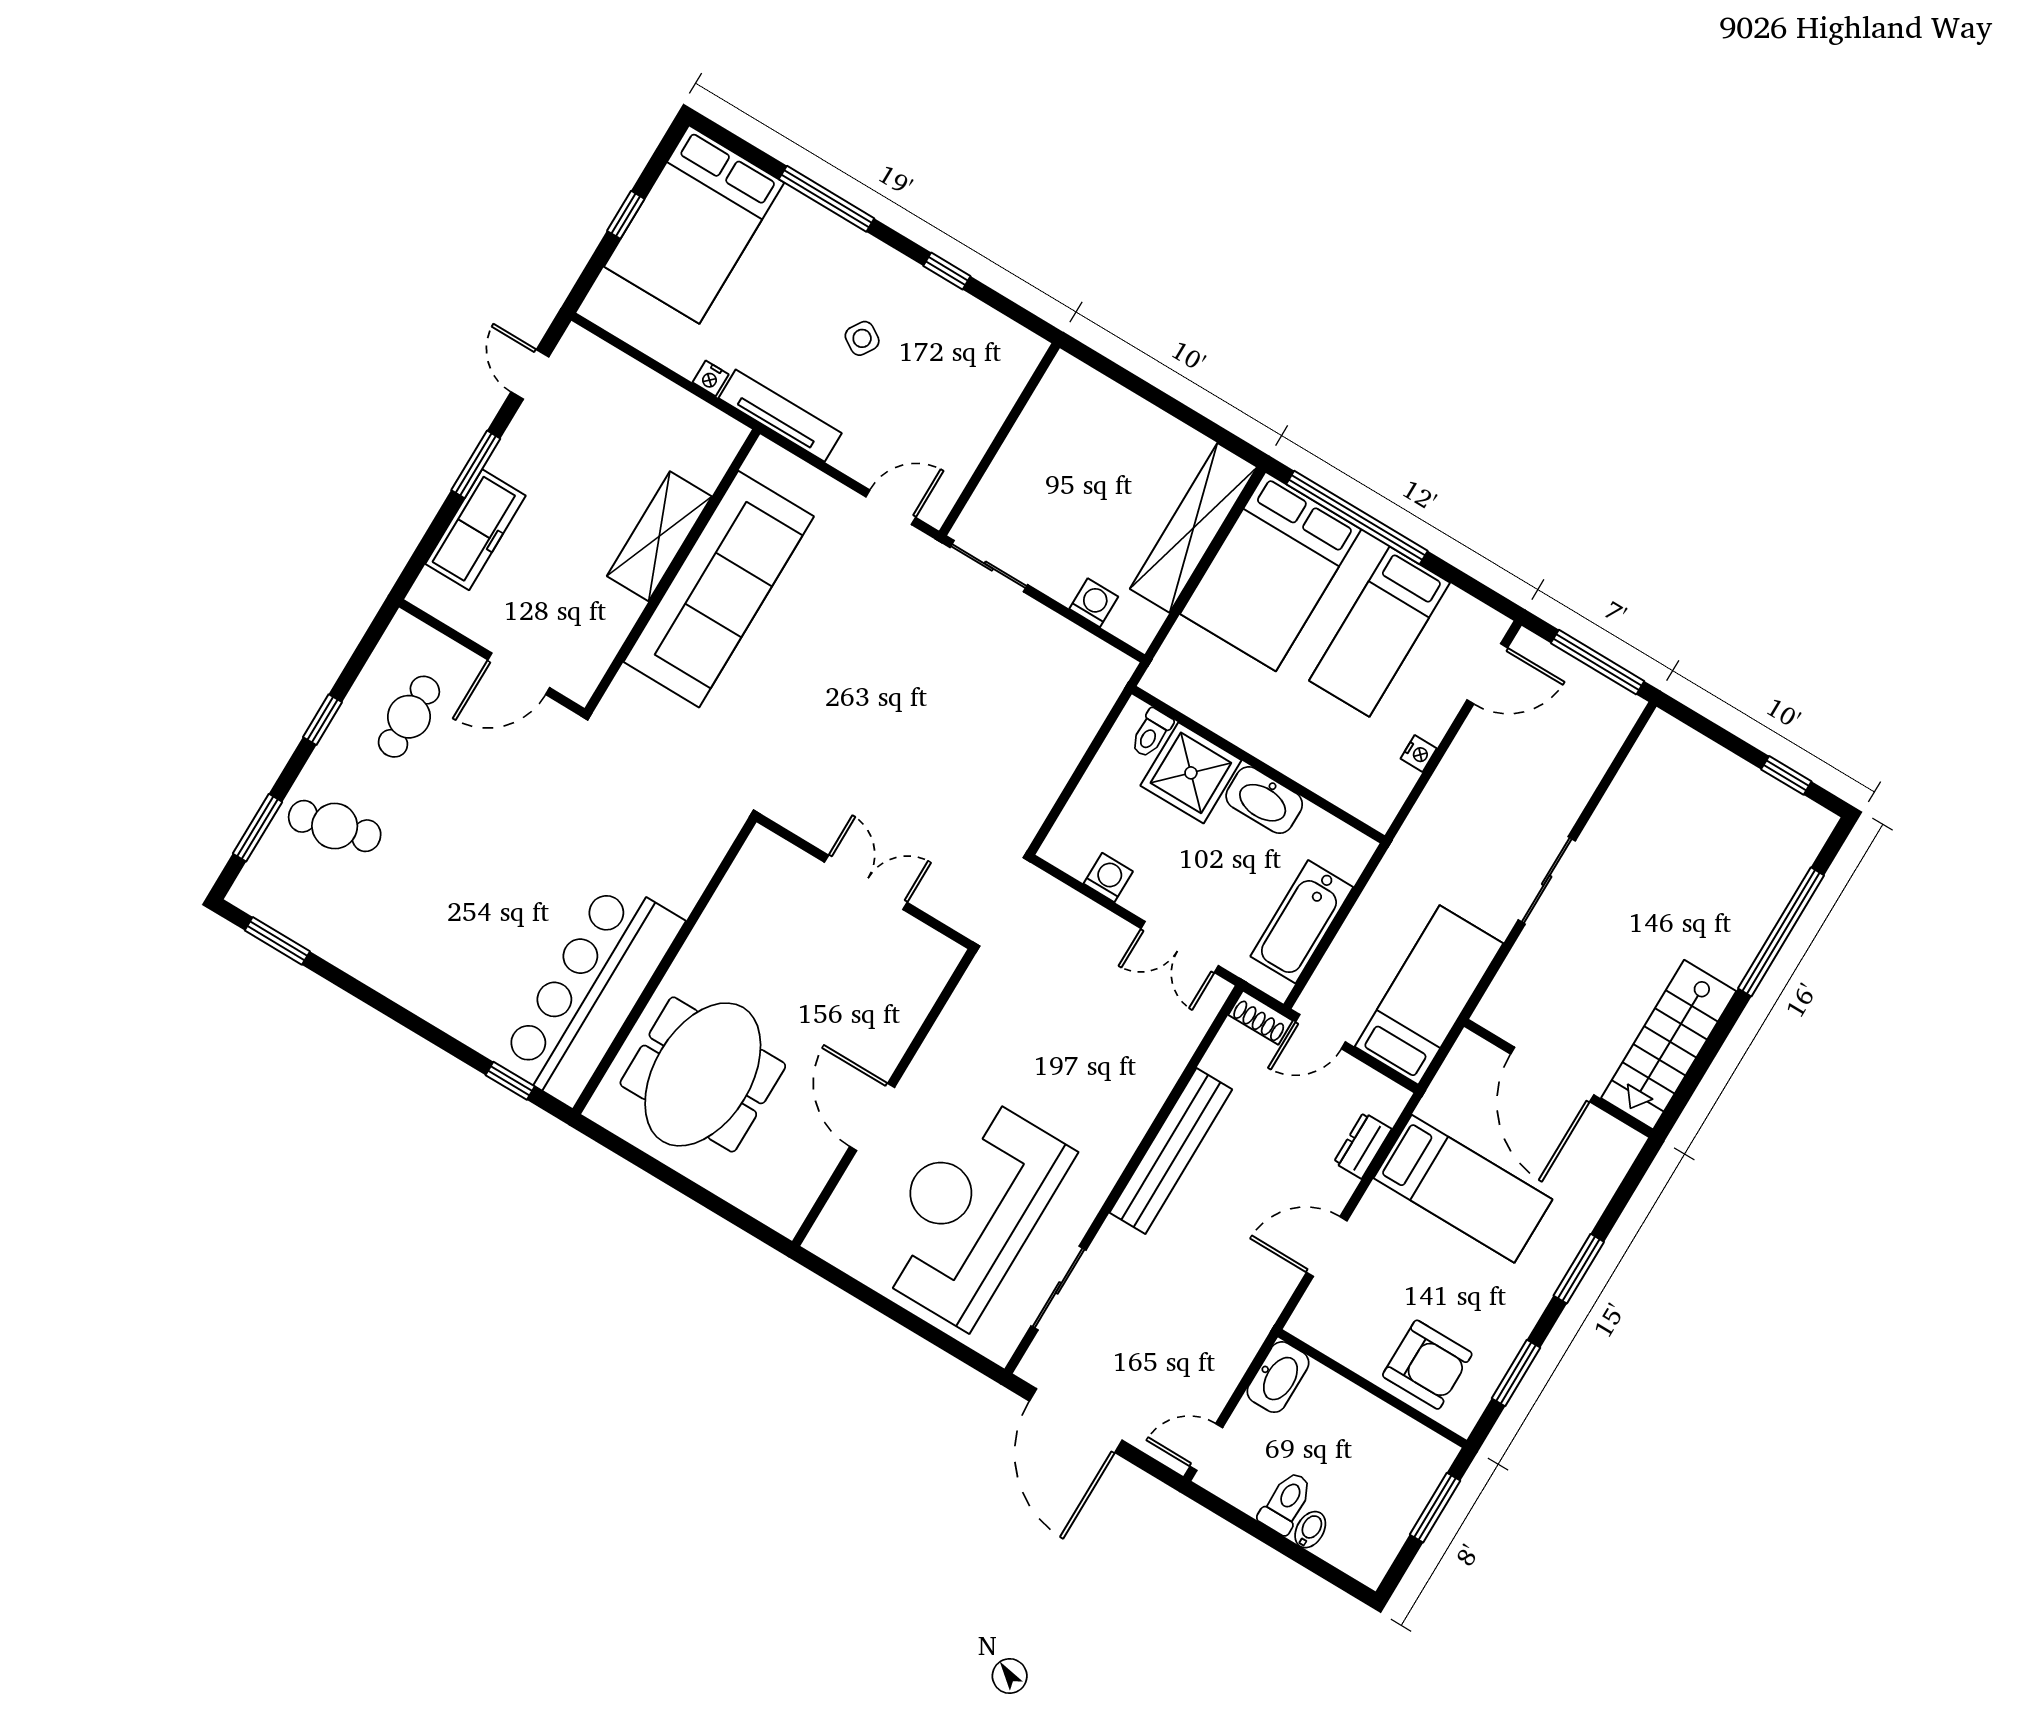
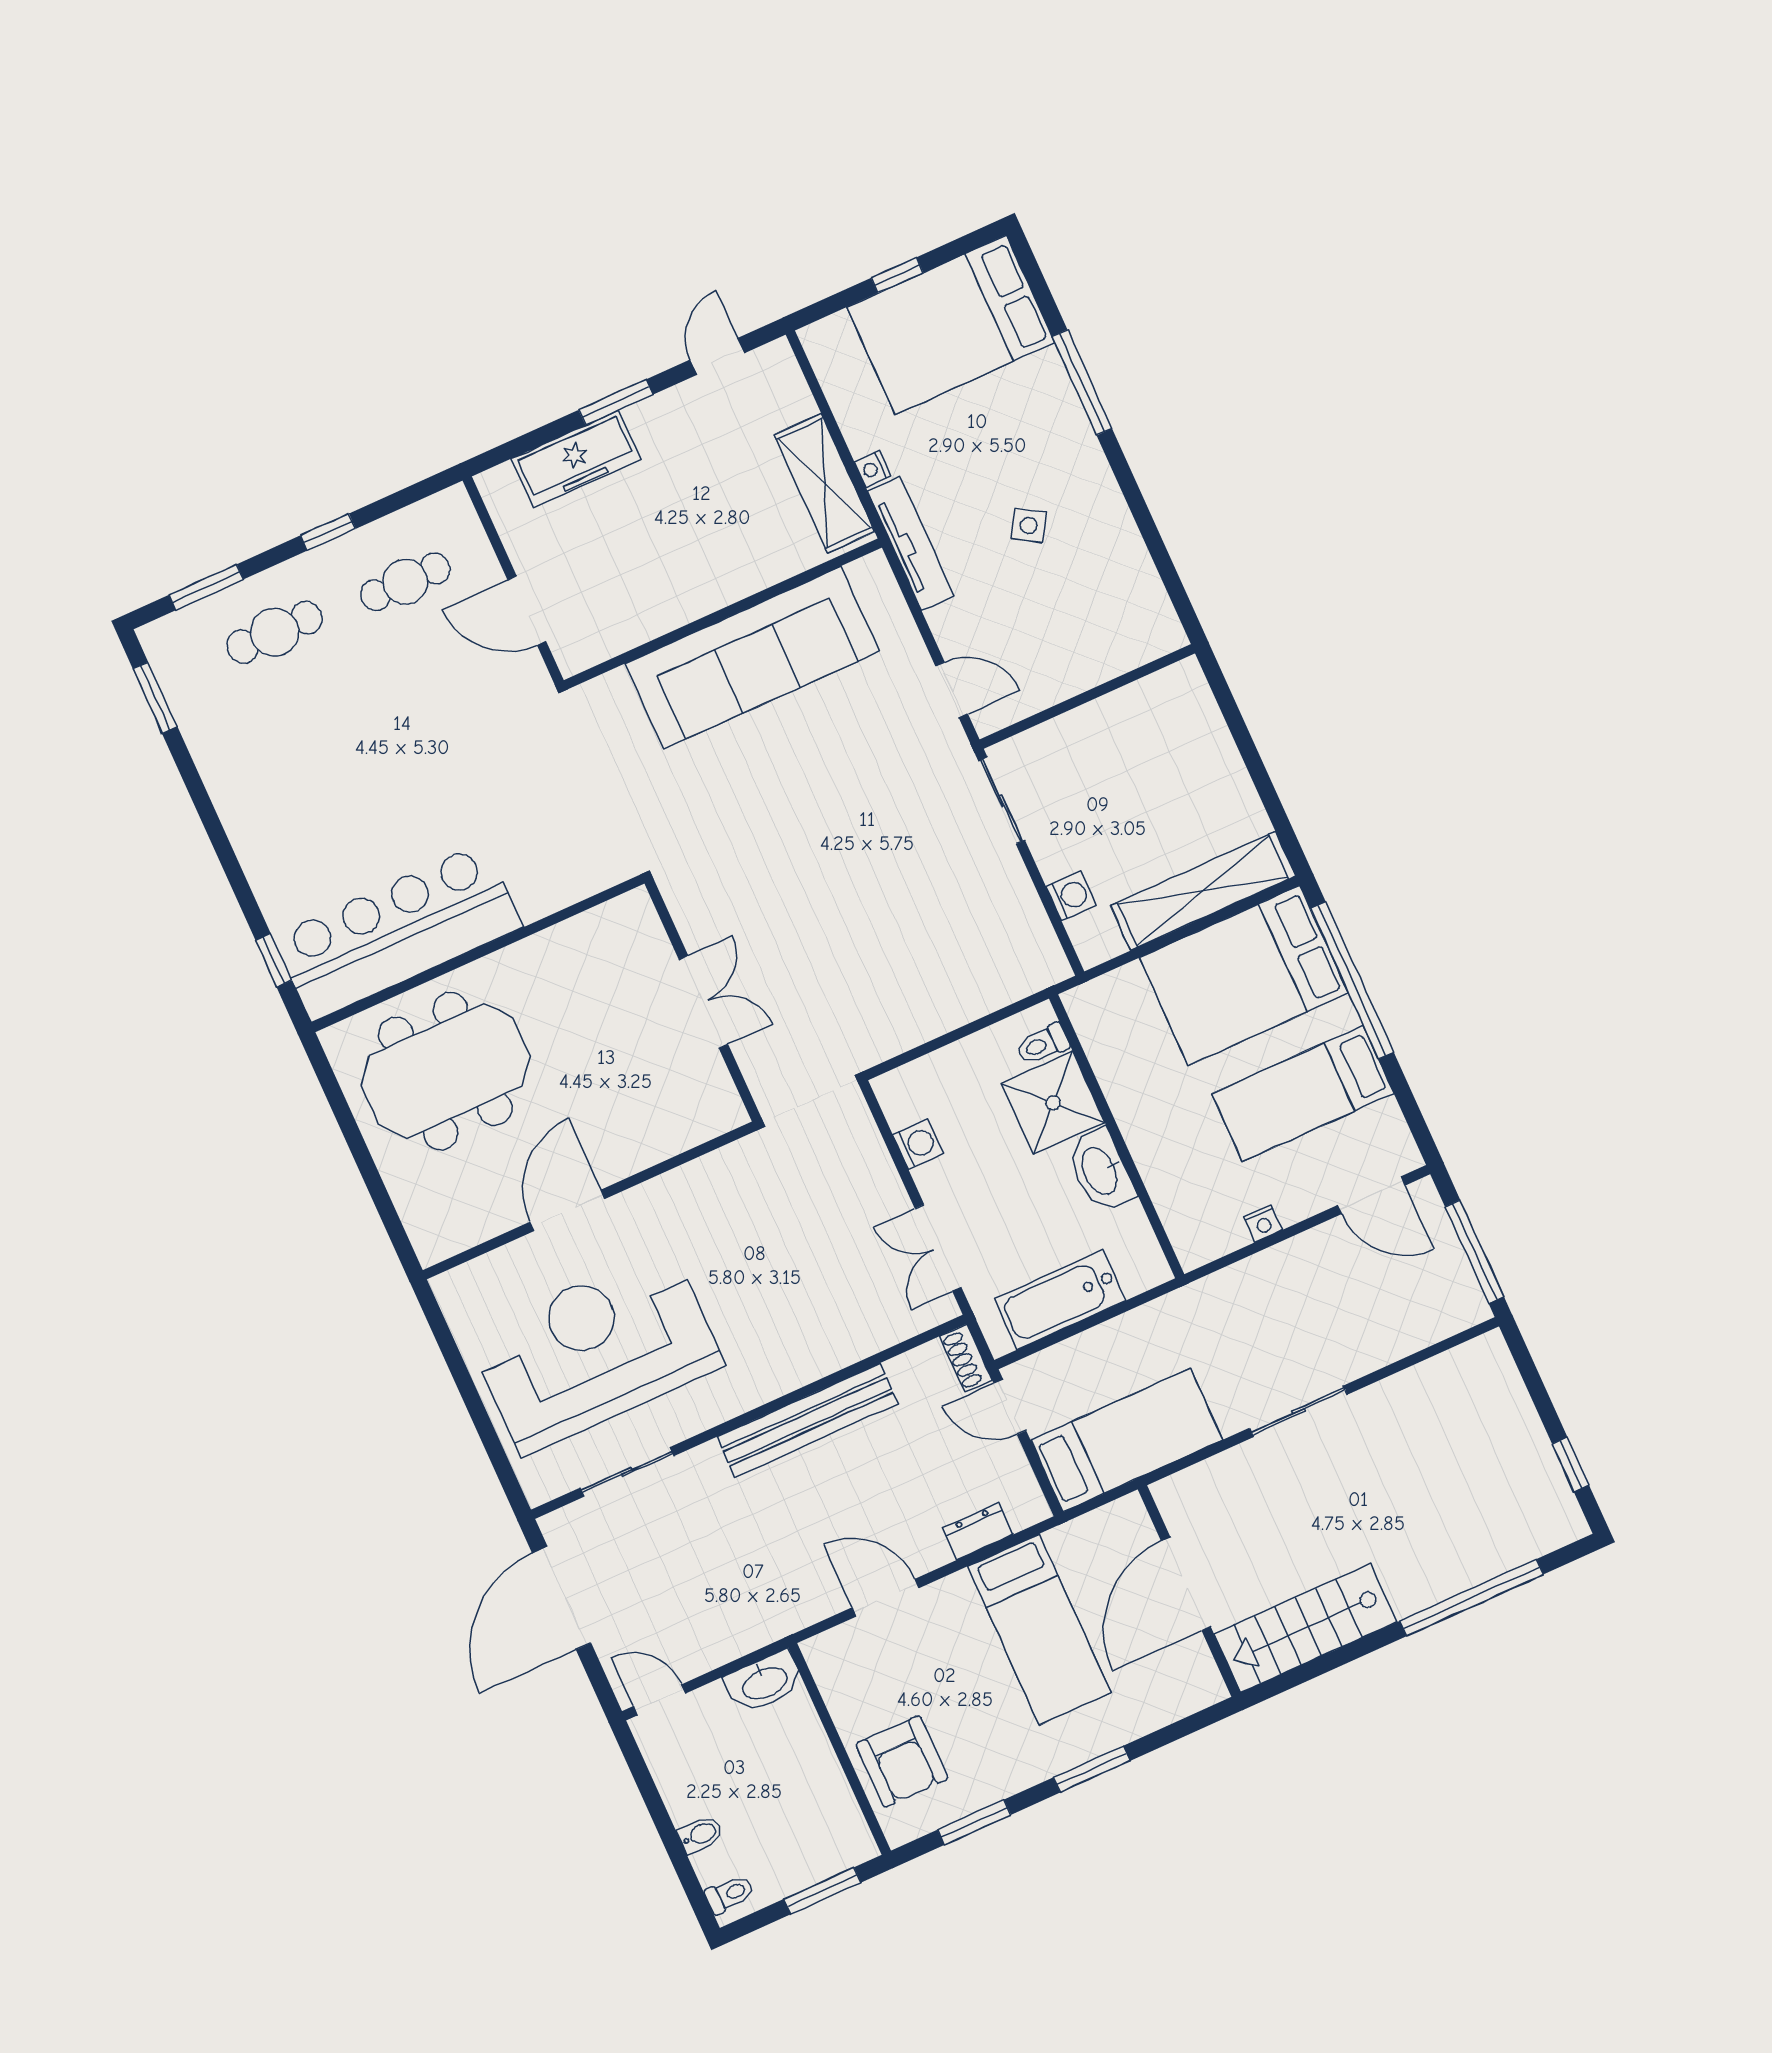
window: (947, 271) -> (1143, 518), removed
shelving: (659, 536) -> (824, 483), moved, turned 90
cafe table: (335, 826) -> (274, 632), turned -76
toilet: (1286, 1503) -> (730, 1894), moved, width x0.73, depth x0.72

